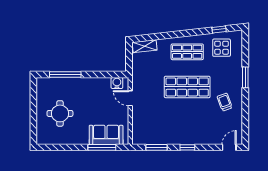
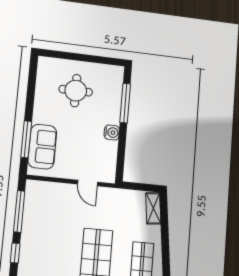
water cooler: (117, 83) -> (112, 132), moved
door: (130, 98) -> (87, 183), swing flipped
window: (157, 147) -> (19, 211), width x1.44

